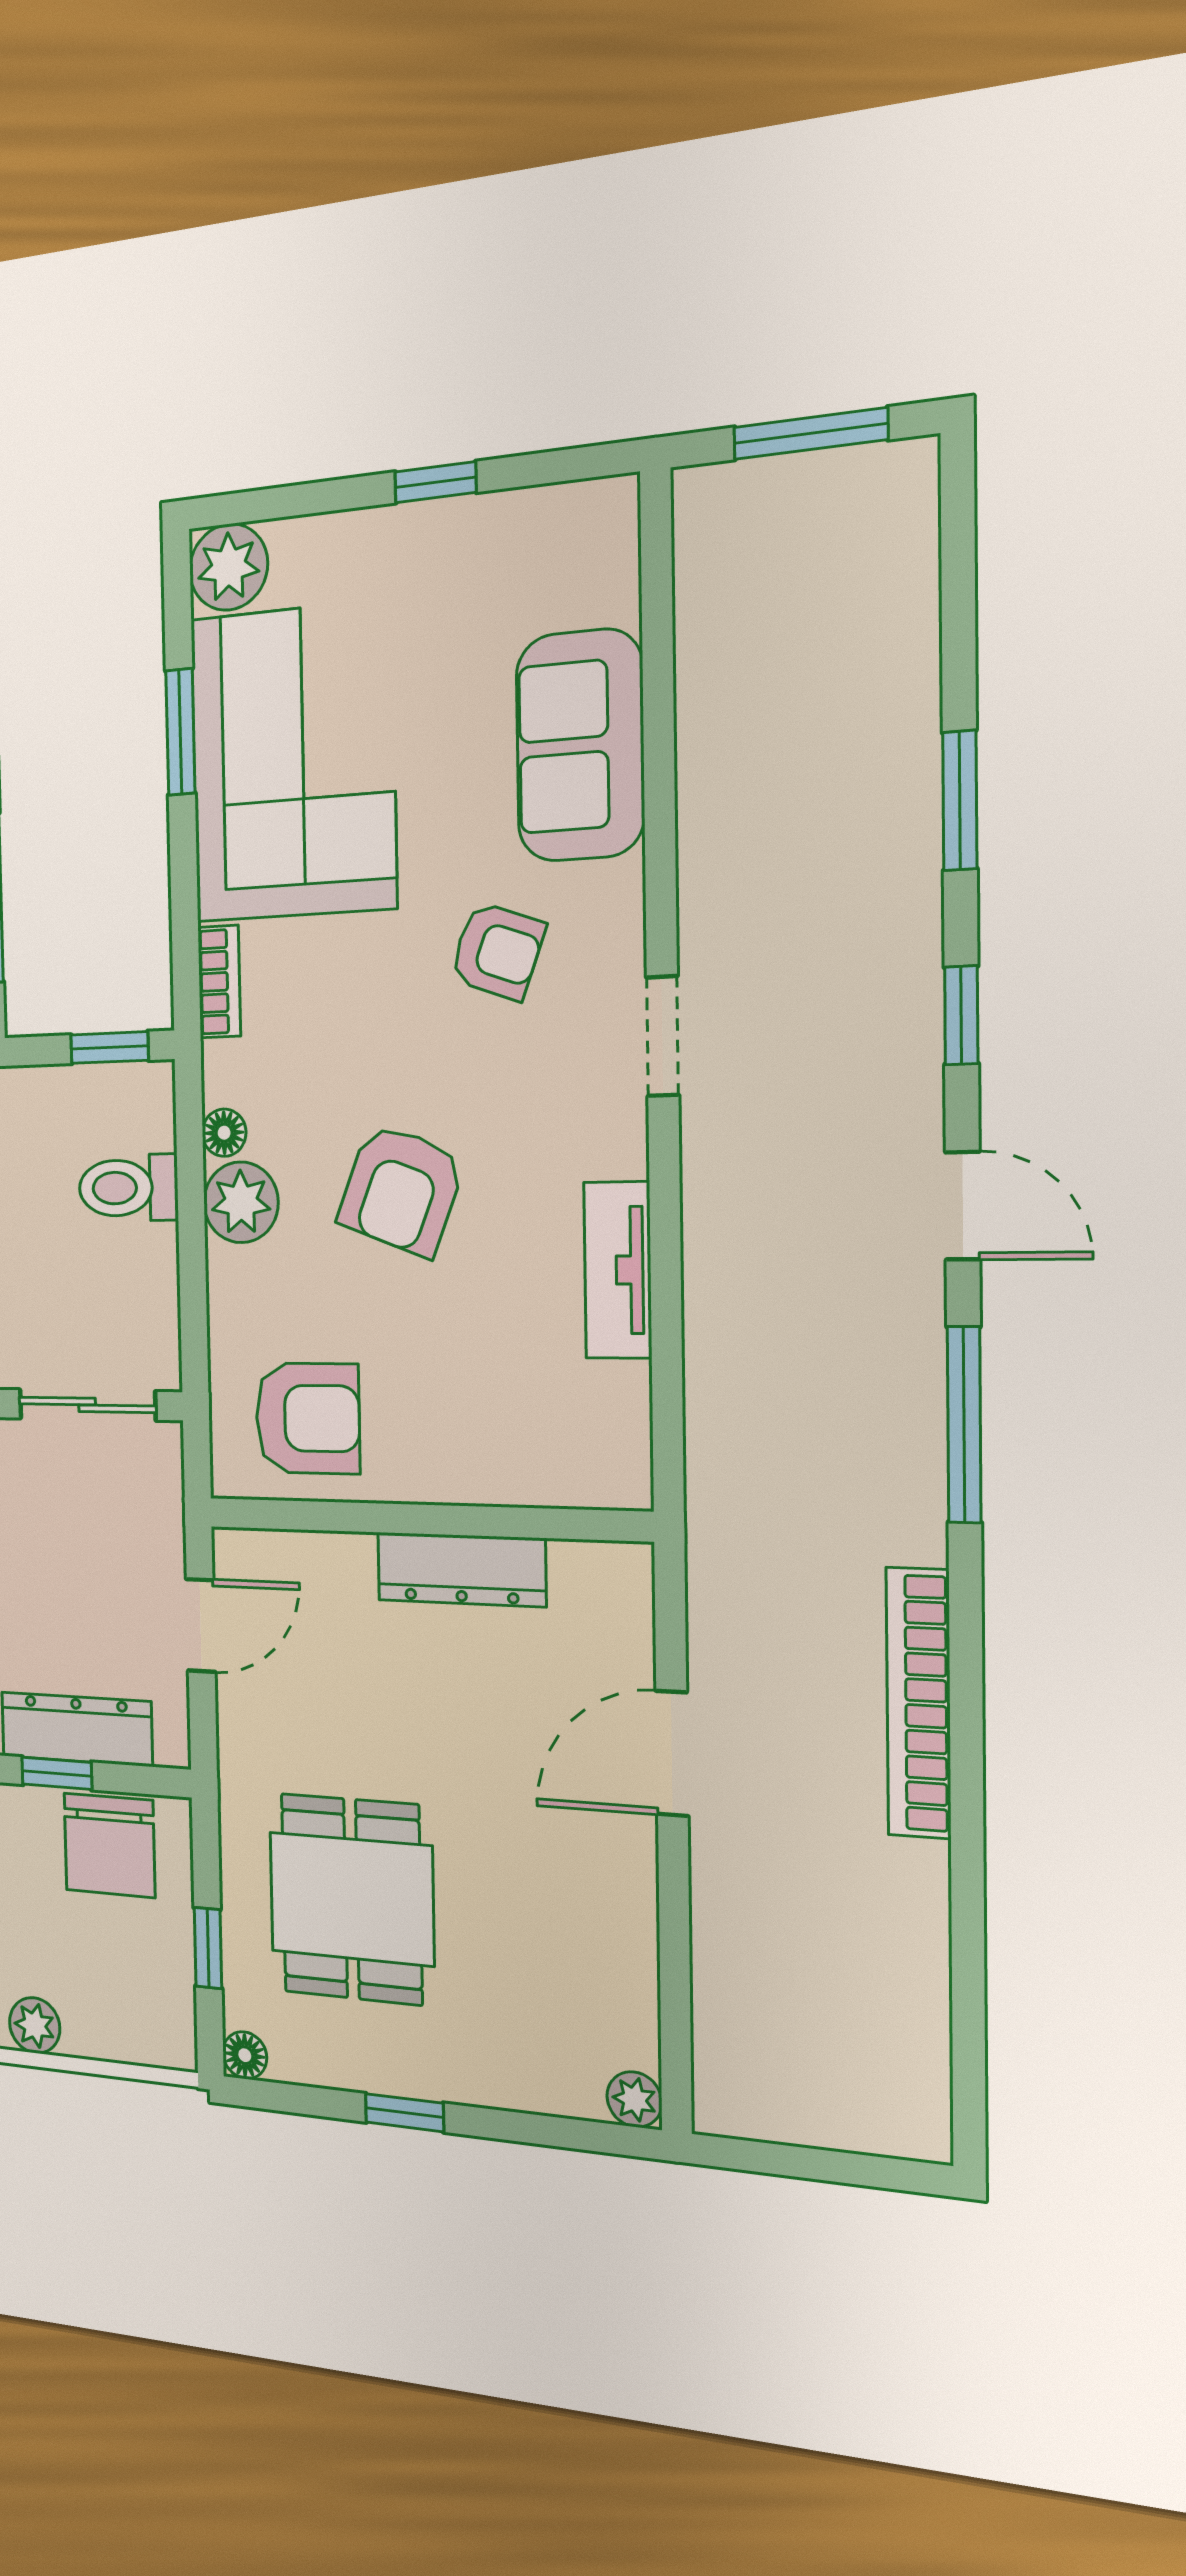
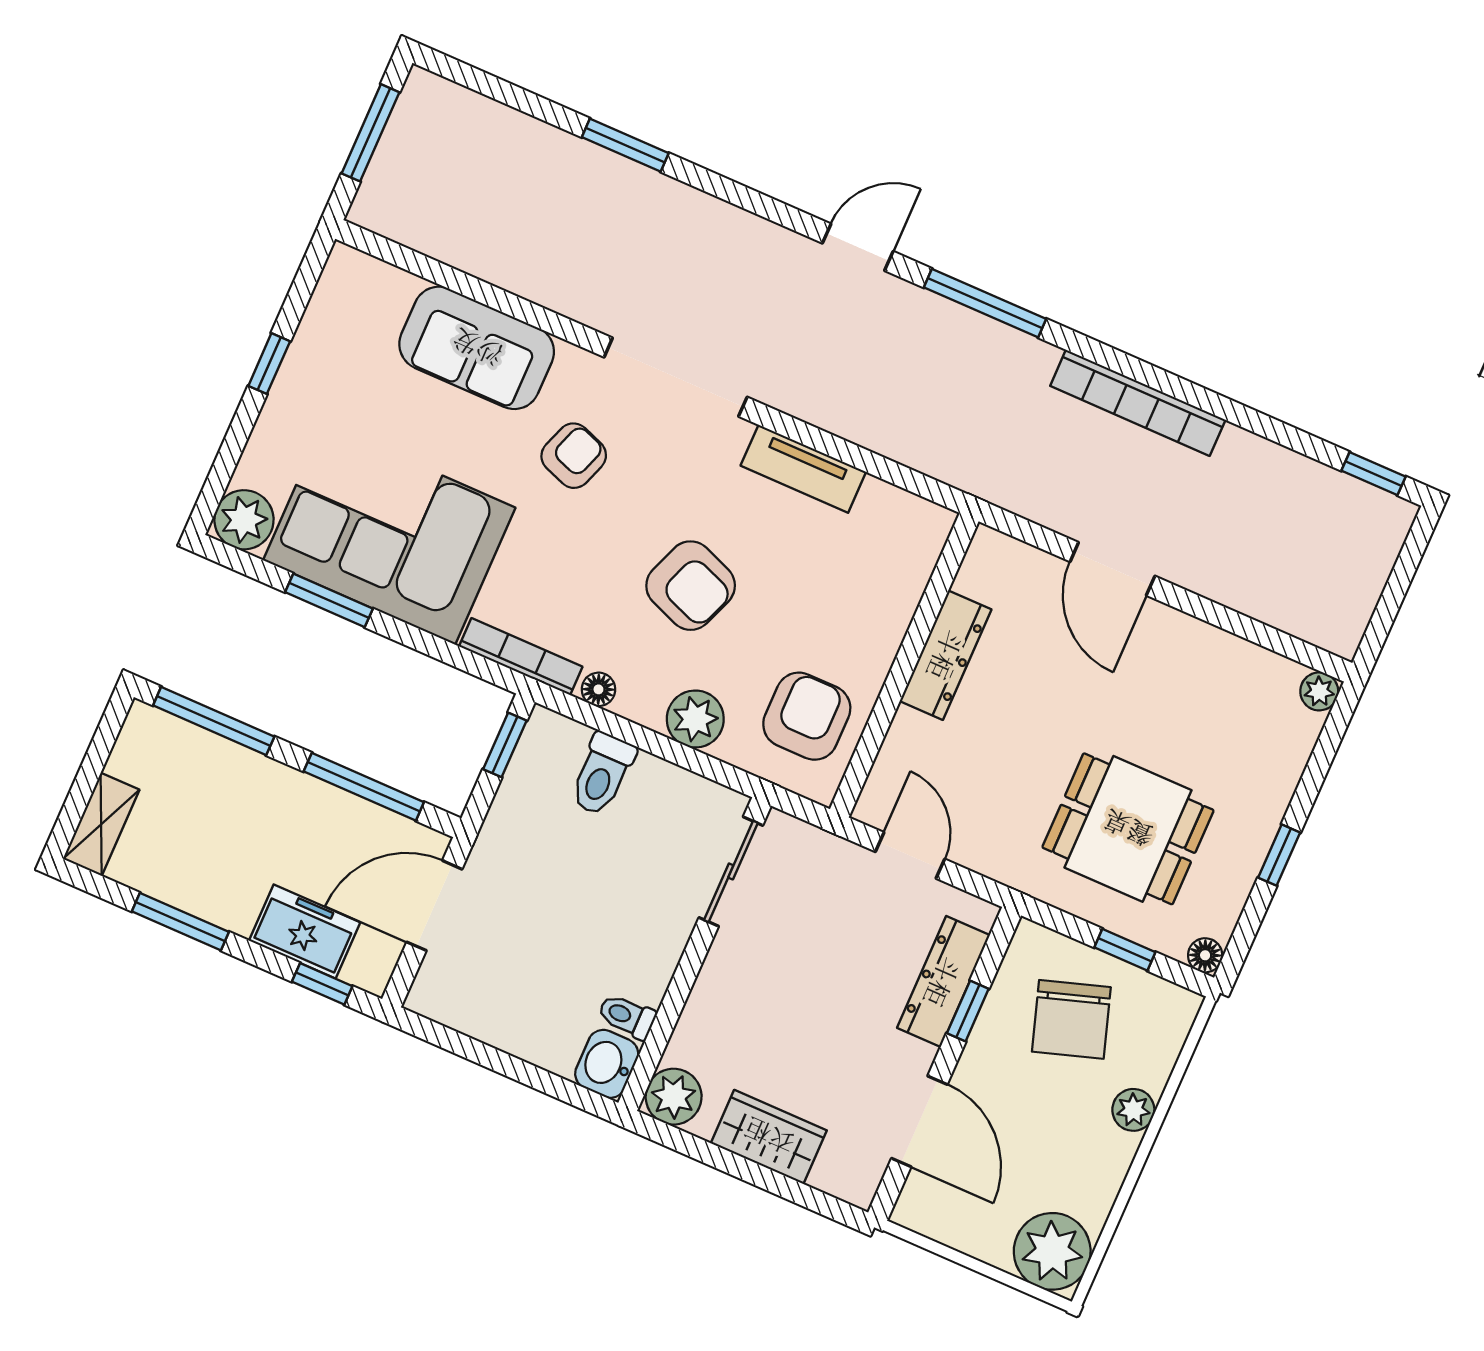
bookcase: (219, 982) -> (521, 657), width x1.56
window: (961, 1015) -> (1373, 474), moved
doorway: (663, 1036) -> (676, 377), width x1.88
plant: (241, 1202) -> (695, 719), moved
chair: (110, 1845) -> (1071, 1019), moved, turned 72

